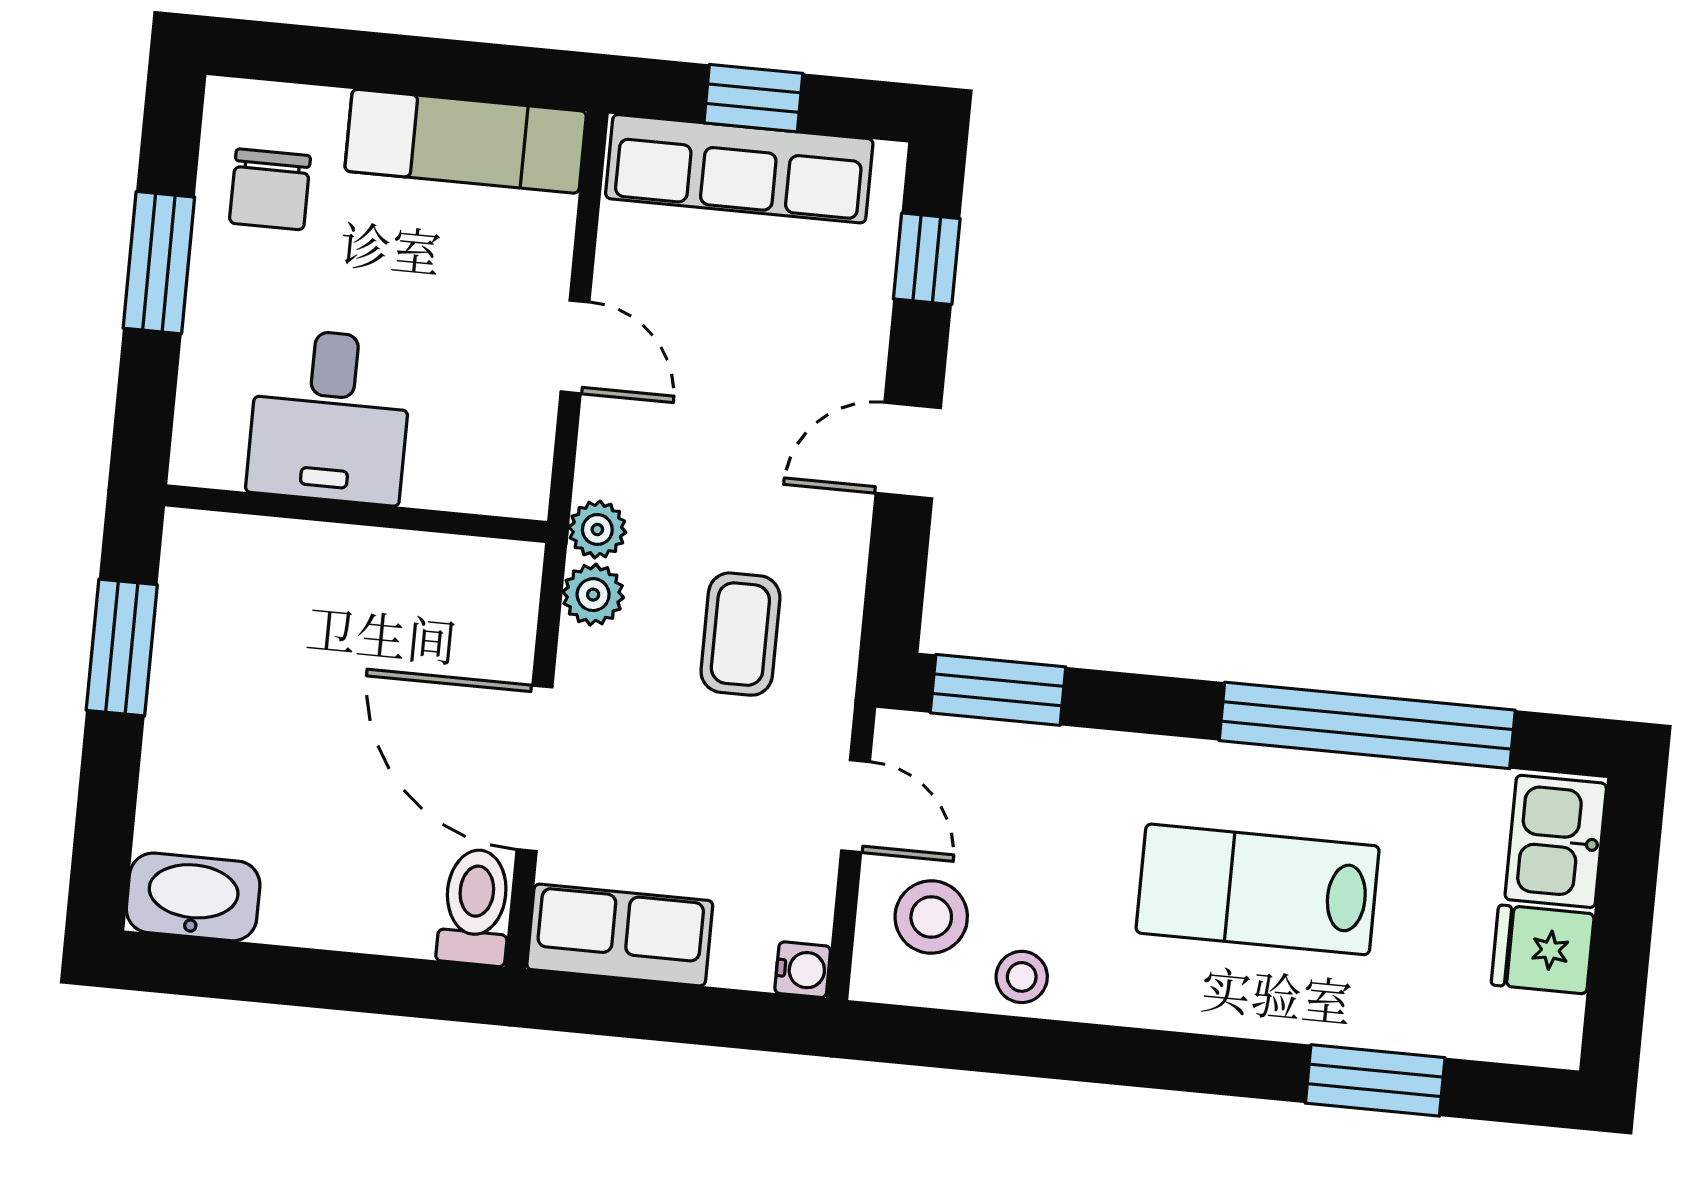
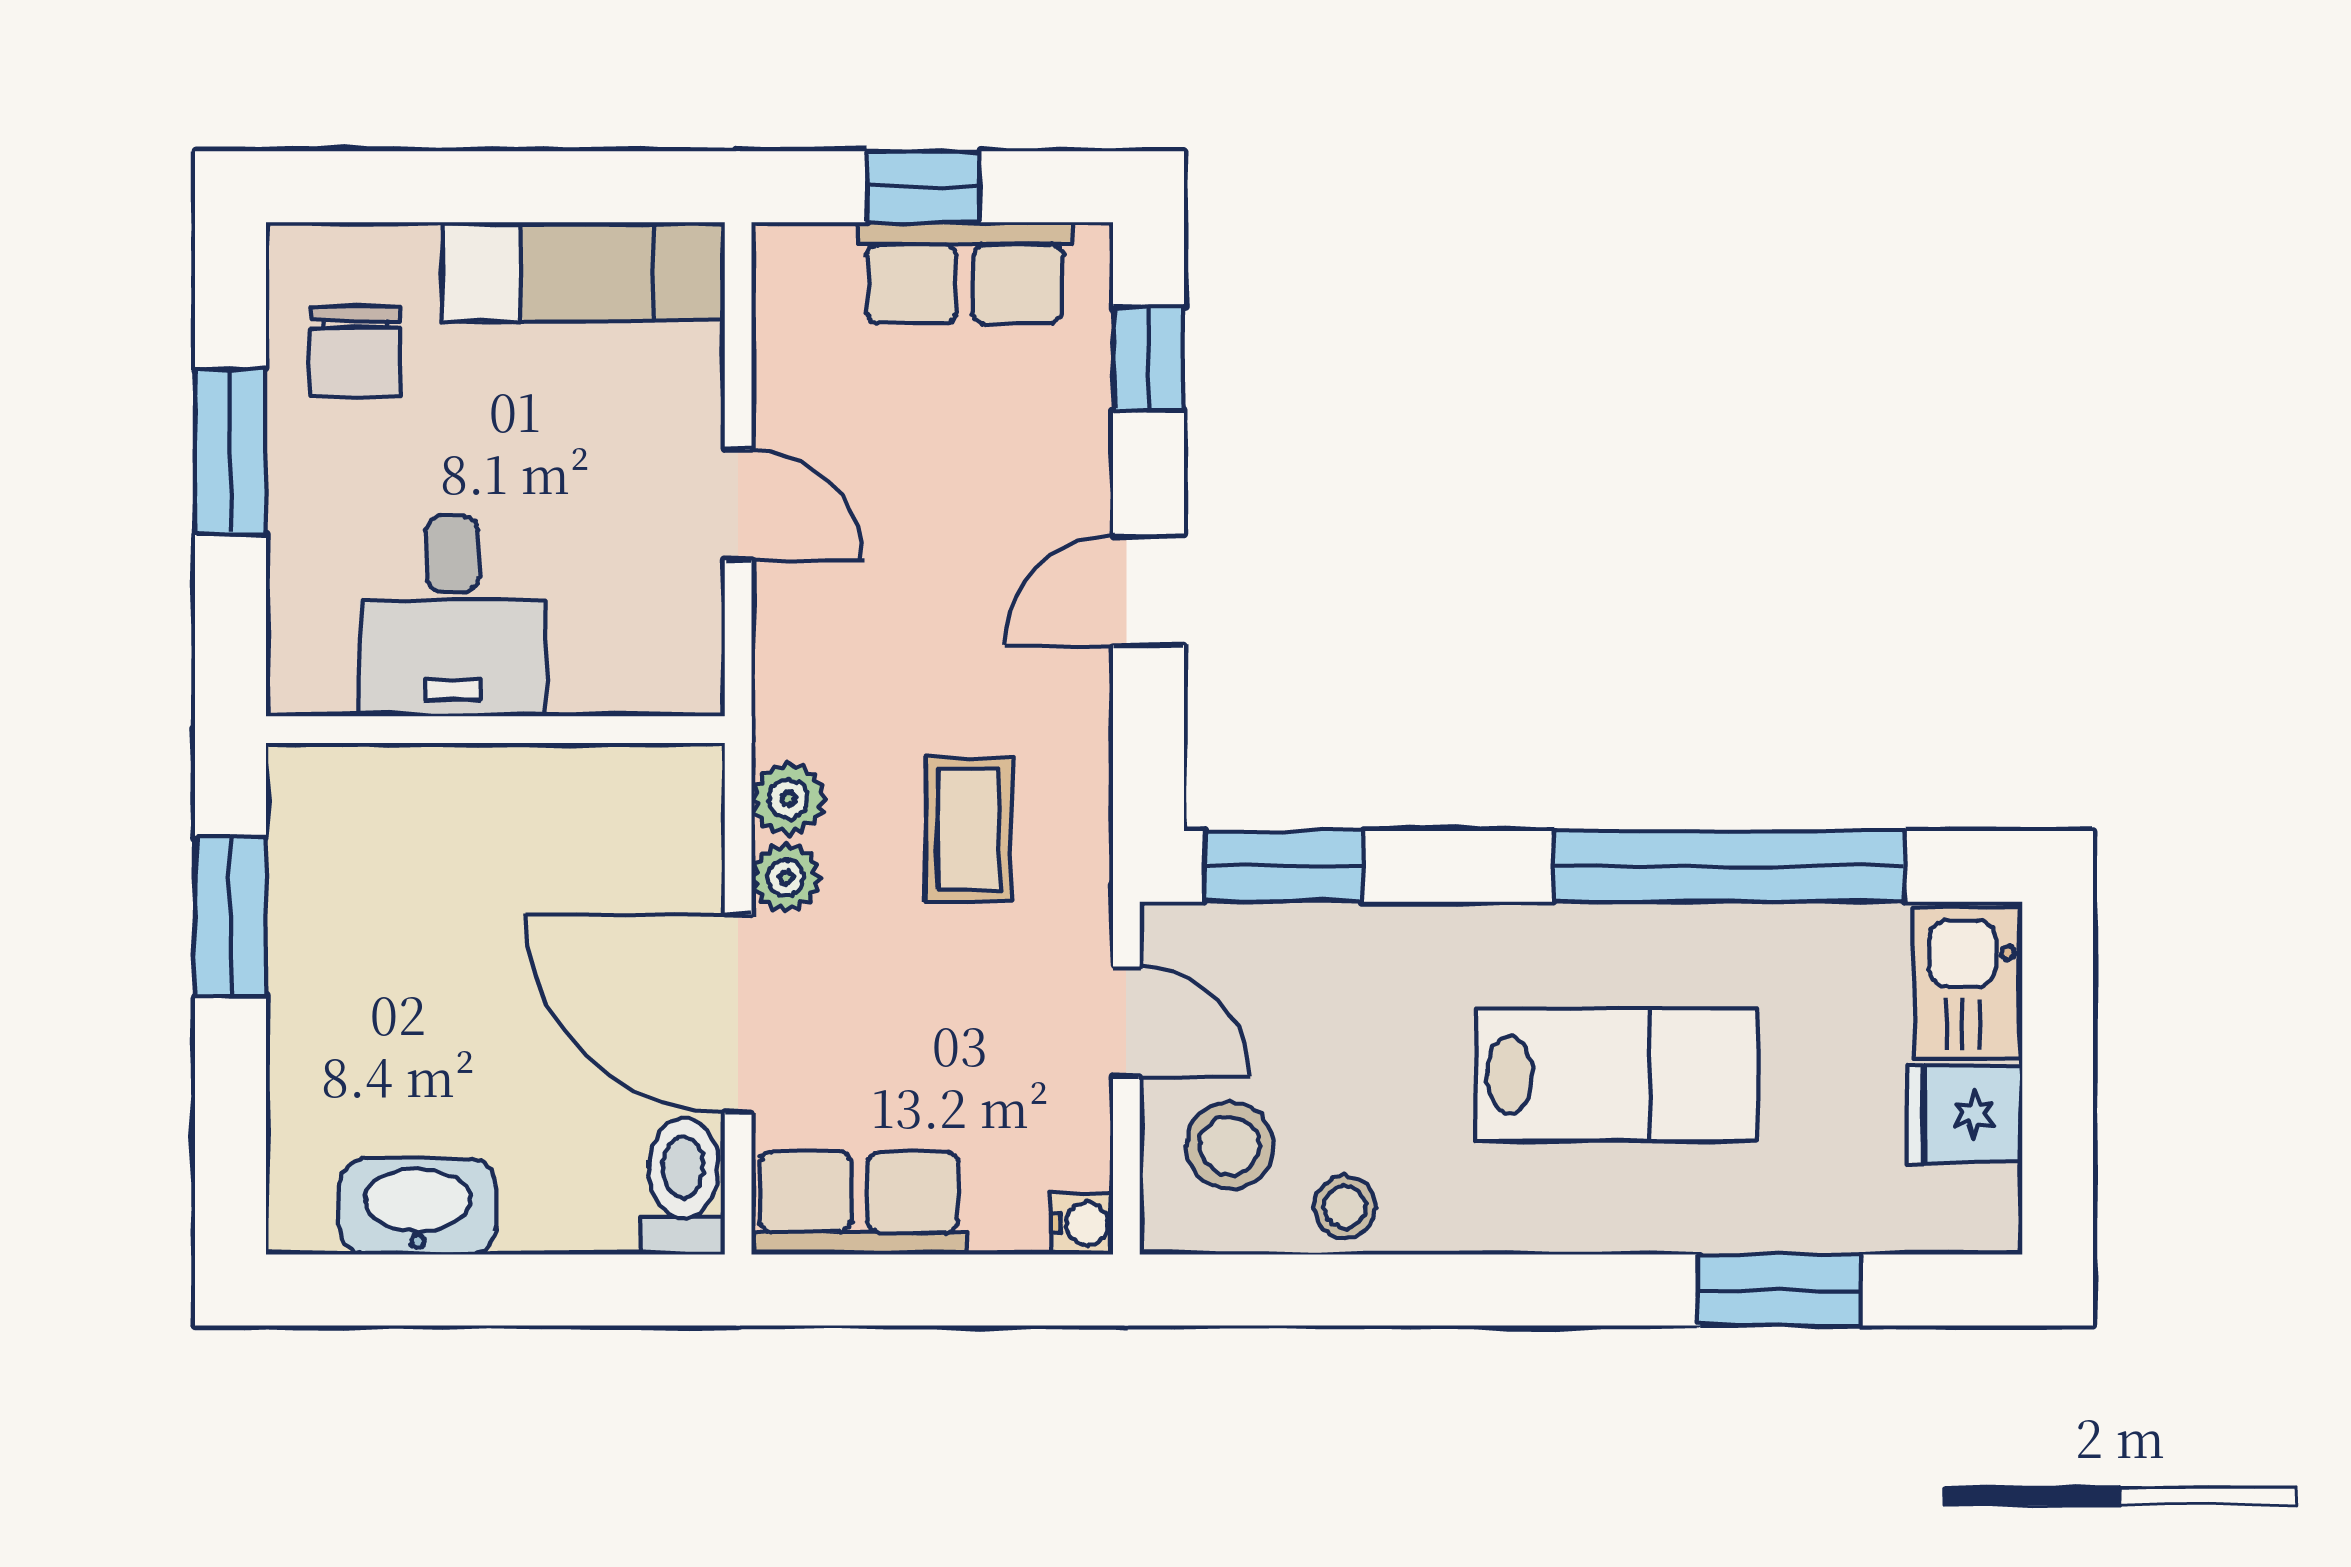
row of seats: (739, 169) -> (965, 273), width x0.68
plant: (597, 530) -> (786, 877), moved
lab bench: (1258, 889) -> (1617, 1075), turned 180
washbasin: (193, 897) -> (418, 1207), moved

